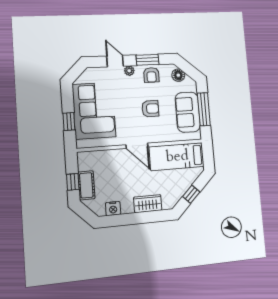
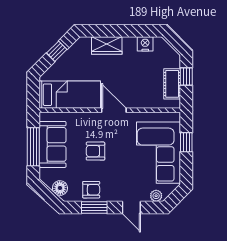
plant: (129, 71) -> (156, 196), moved
armchair: (151, 75) -> (91, 190), turned 90
cot: (86, 185) -> (172, 84), moved

